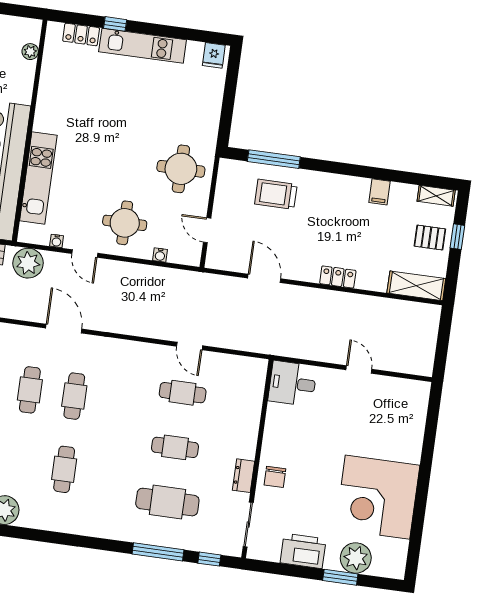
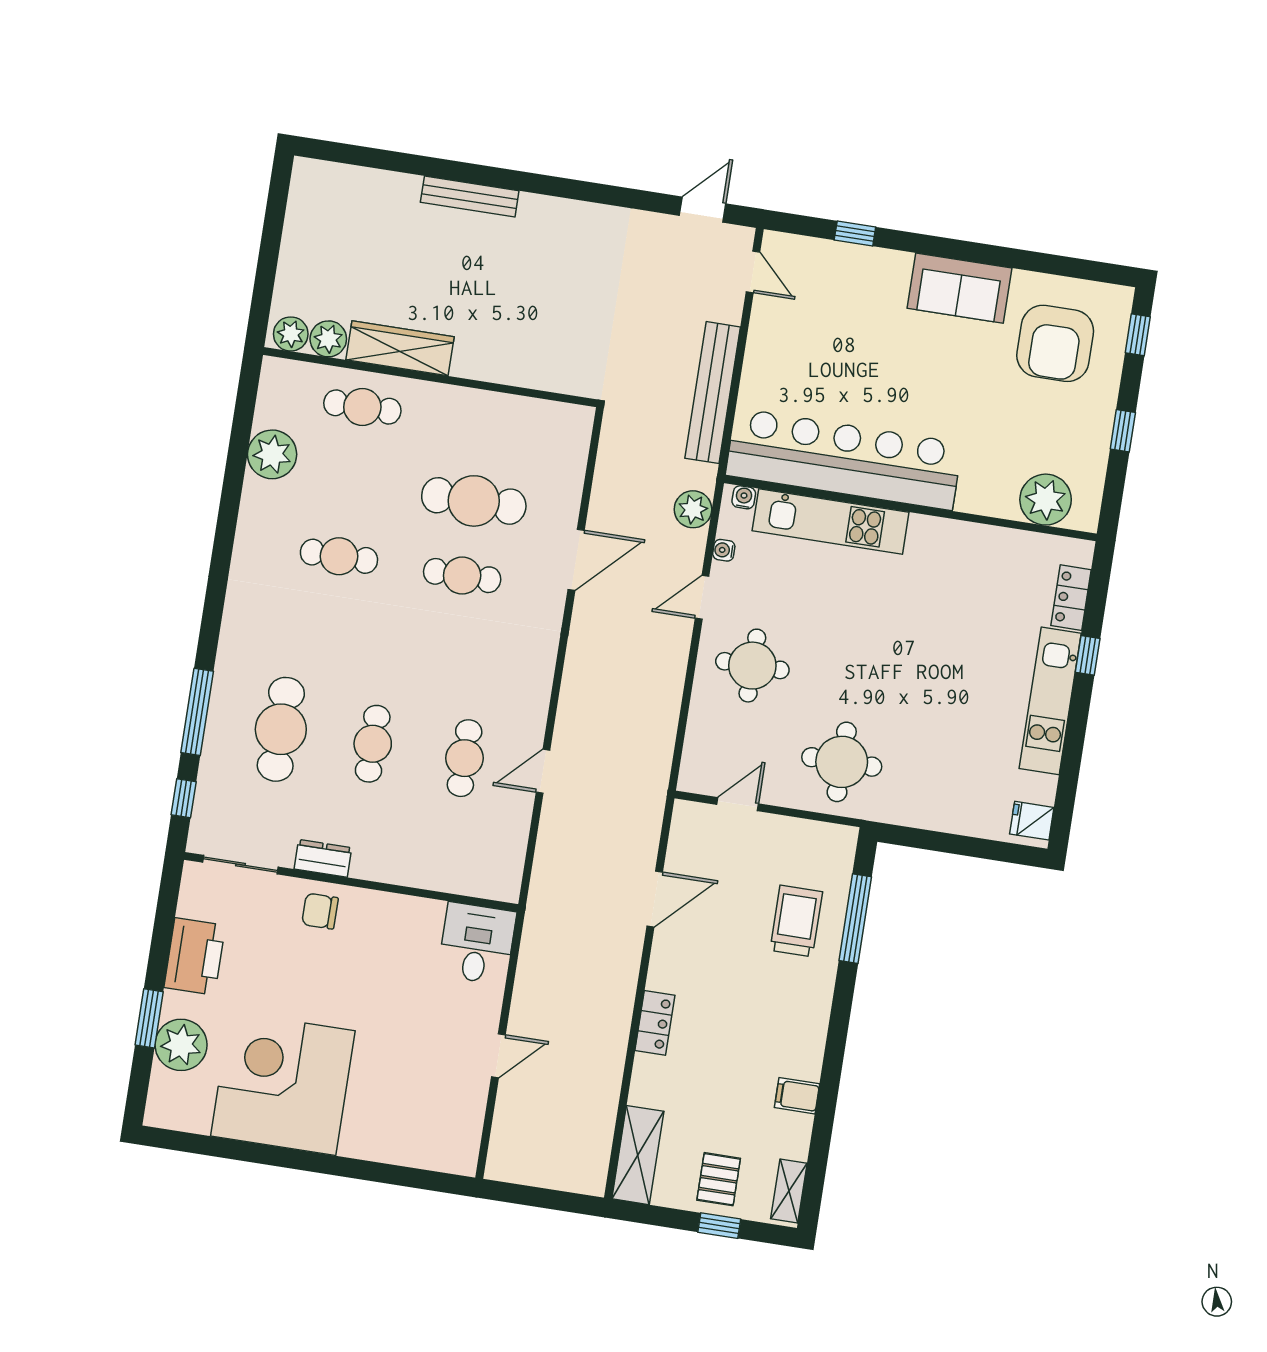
plant: (30, 52) -> (1046, 500), width x1.88, depth x1.88
water cooler: (160, 255) -> (744, 497), moved, turned 90
plant: (28, 263) -> (693, 509), width x0.73, depth x0.73
cafe table: (30, 390) -> (474, 501), width x1.37, depth x1.35

